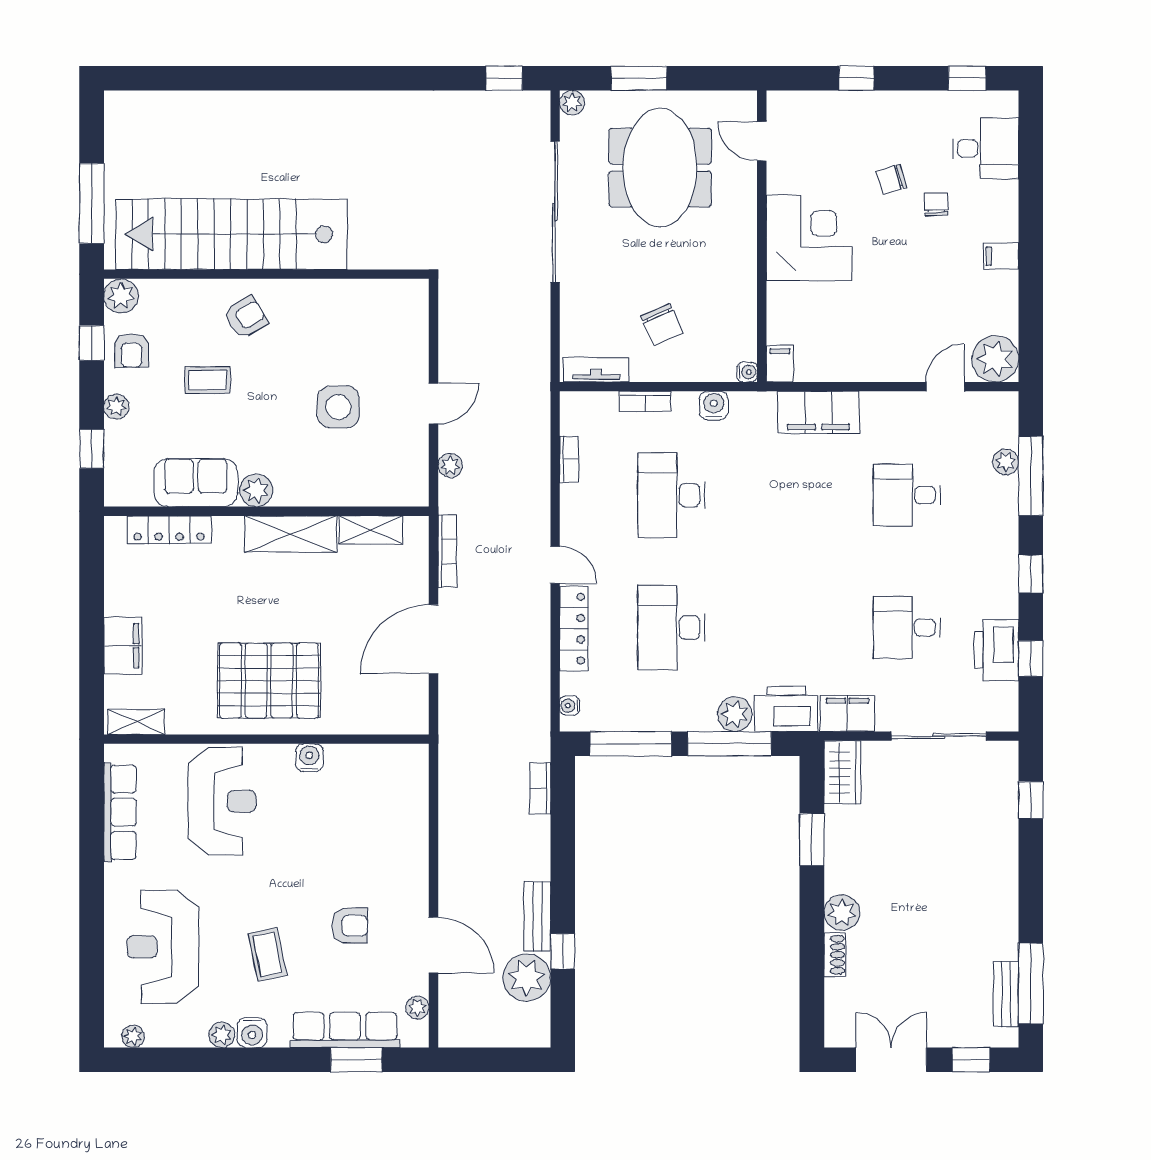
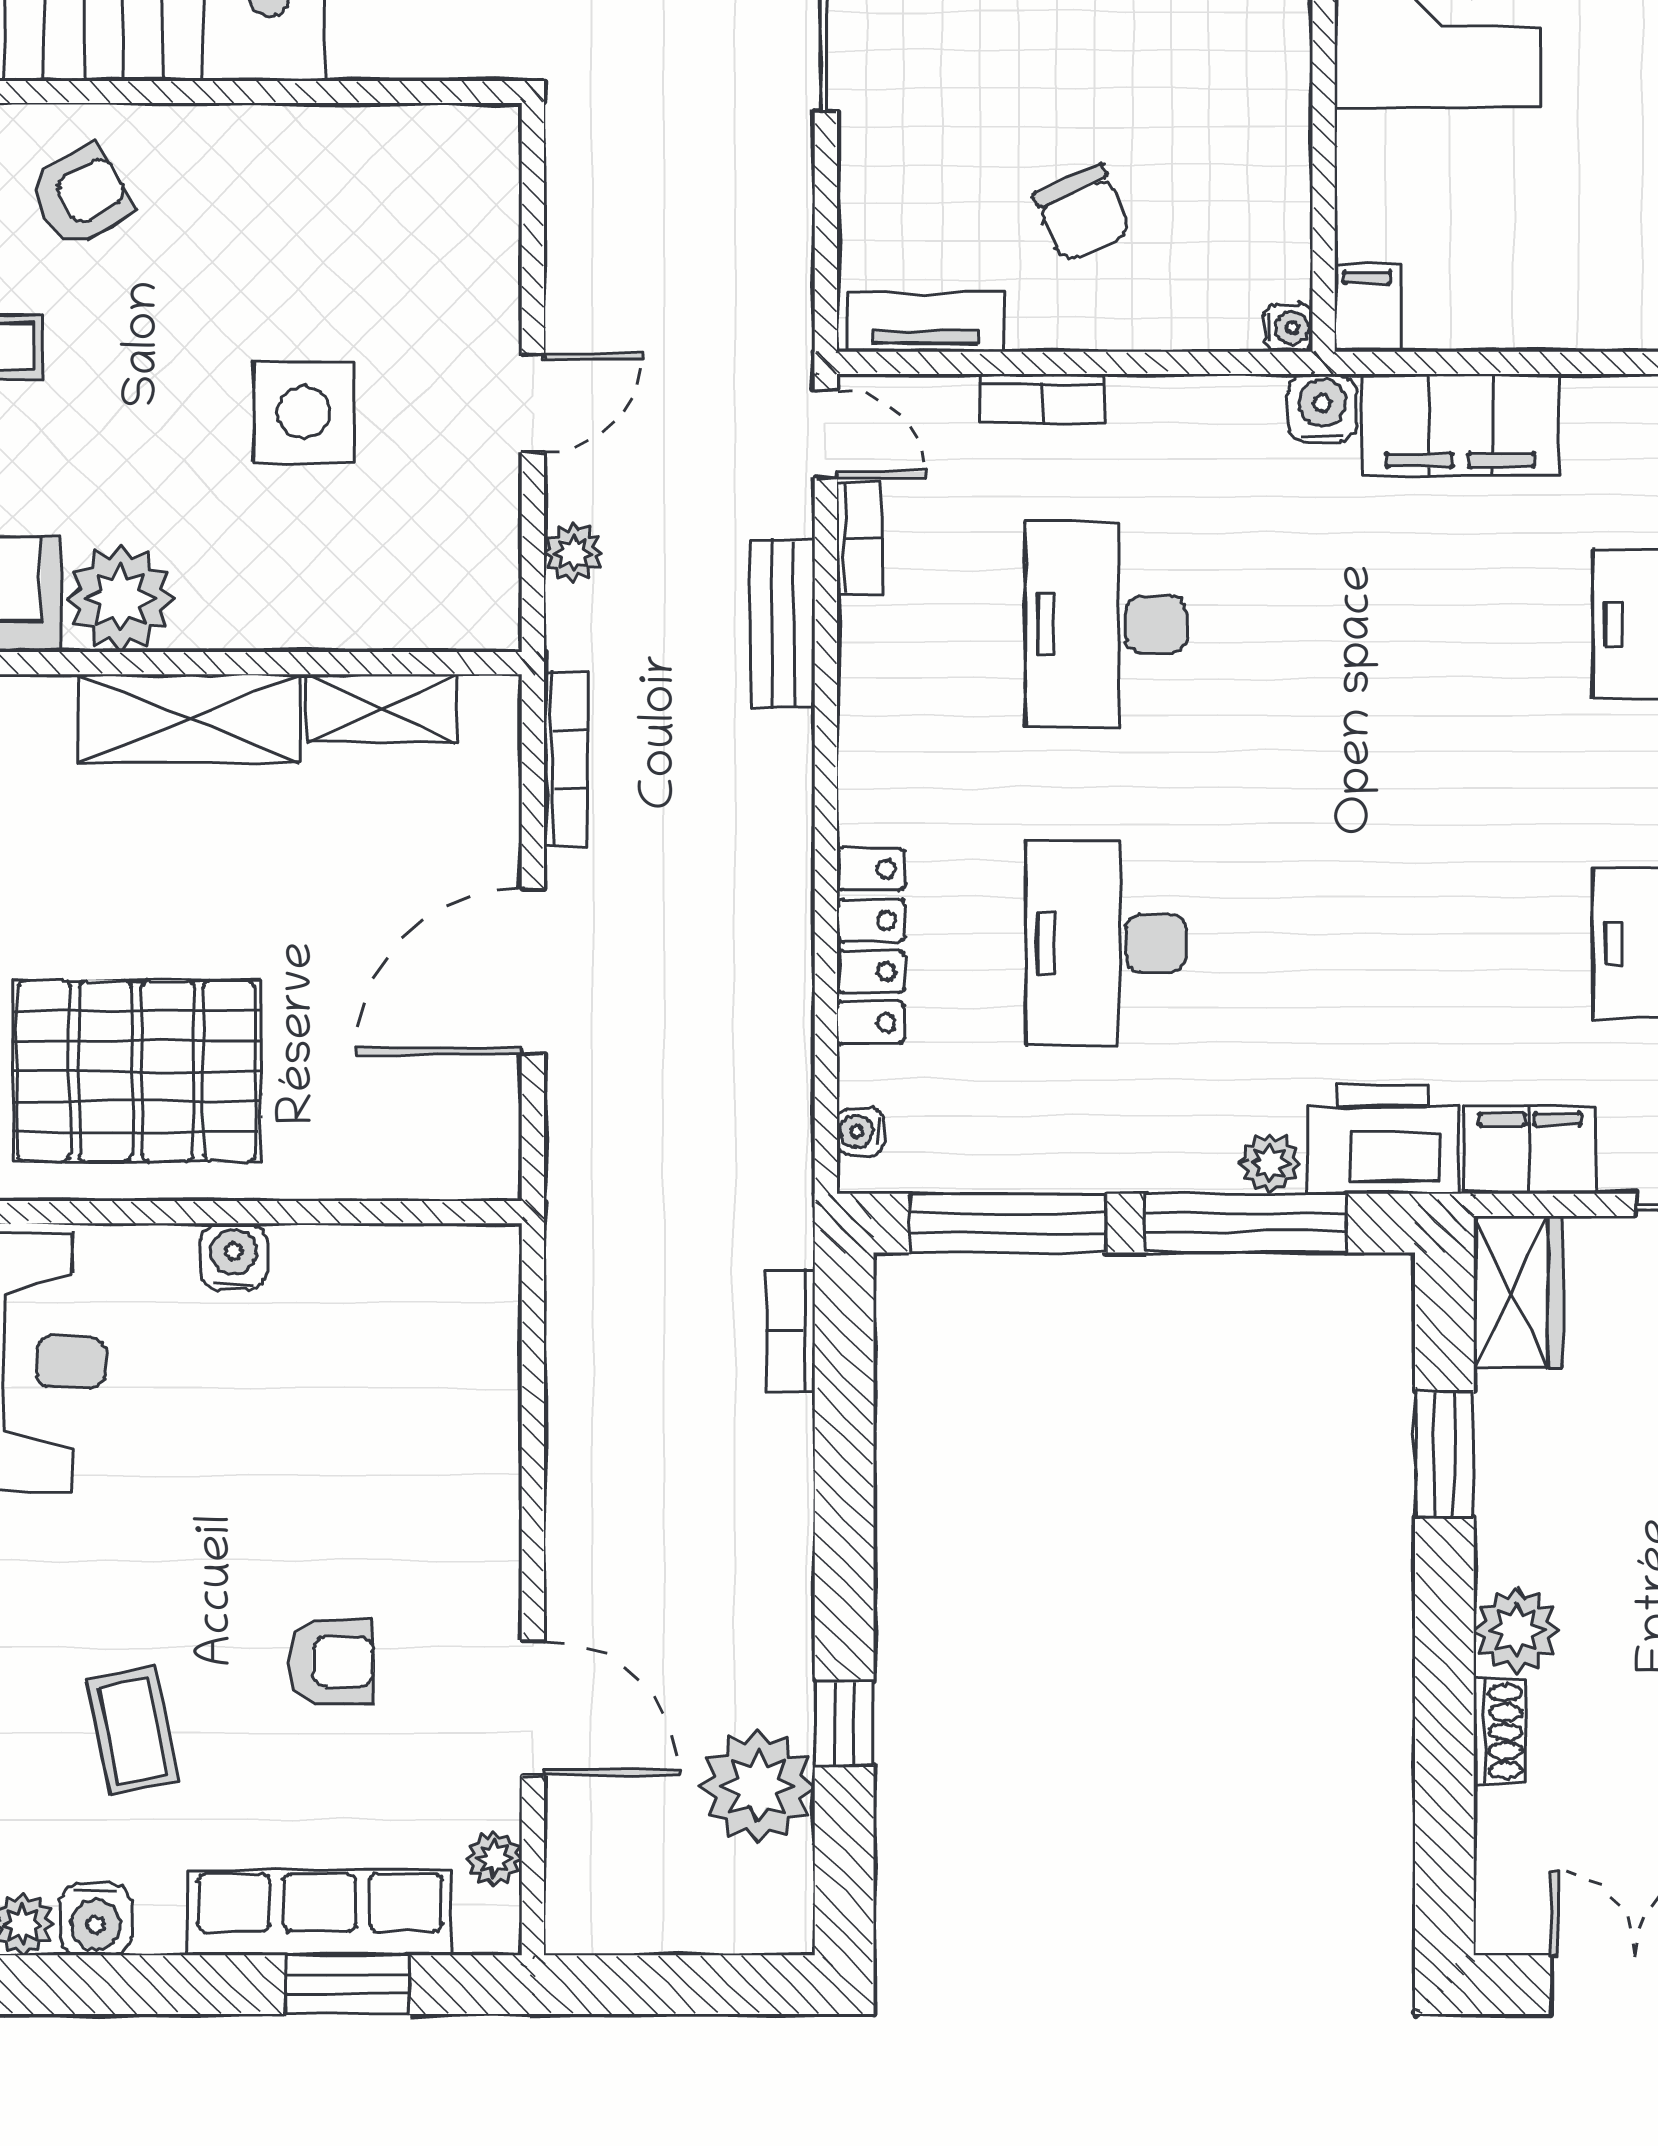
water cooler: (714, 405) -> (1322, 408), moved
plant: (256, 490) -> (121, 598), width x1.36, depth x1.36
door: (555, 565) -> (826, 434), moved
plant: (735, 714) -> (1270, 1163), width x0.73, depth x0.73
bench: (537, 917) -> (783, 624), moved

